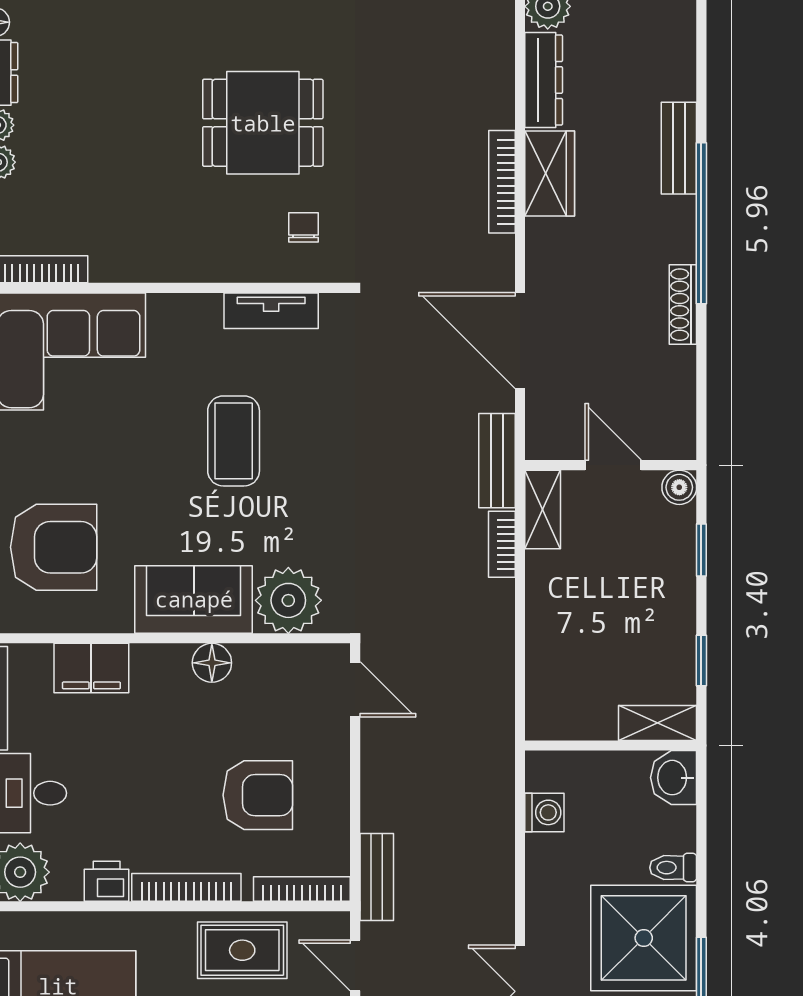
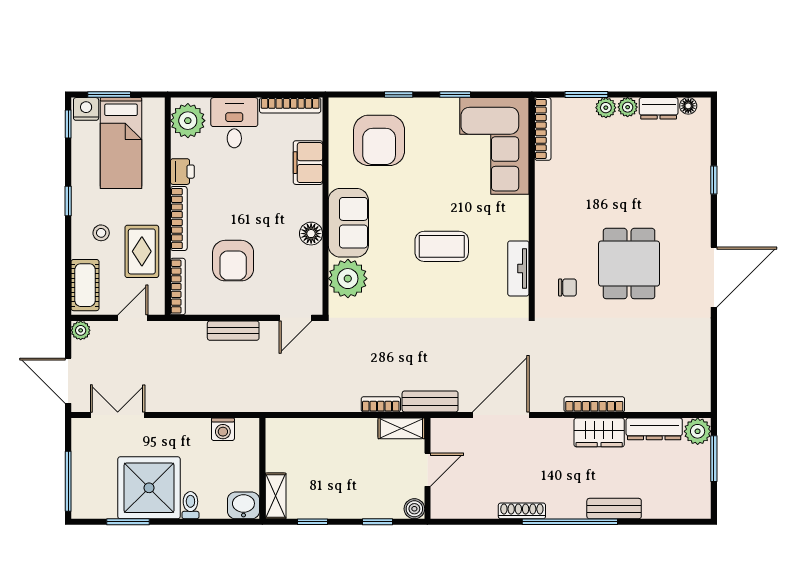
bench: (377, 877) -> (233, 331), moved

